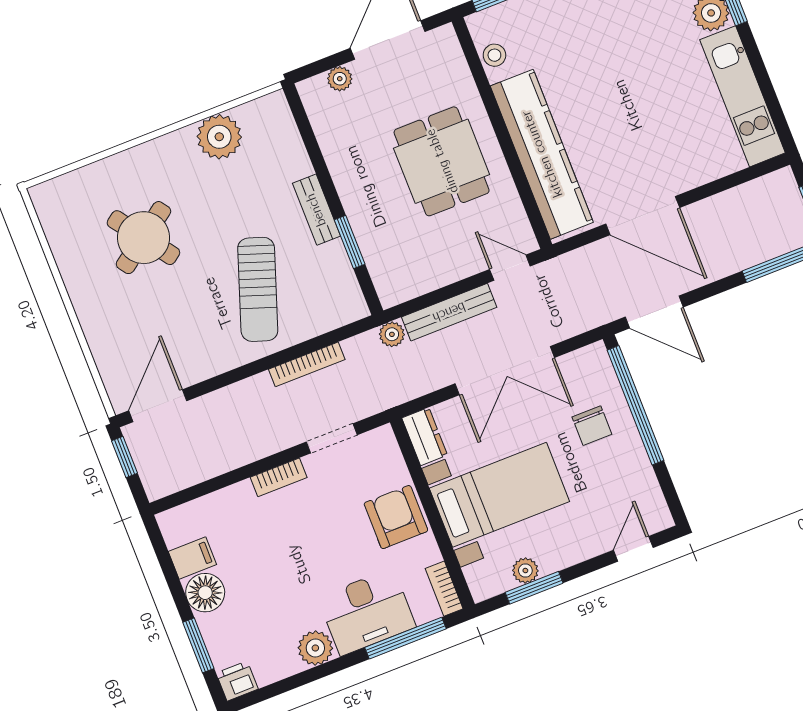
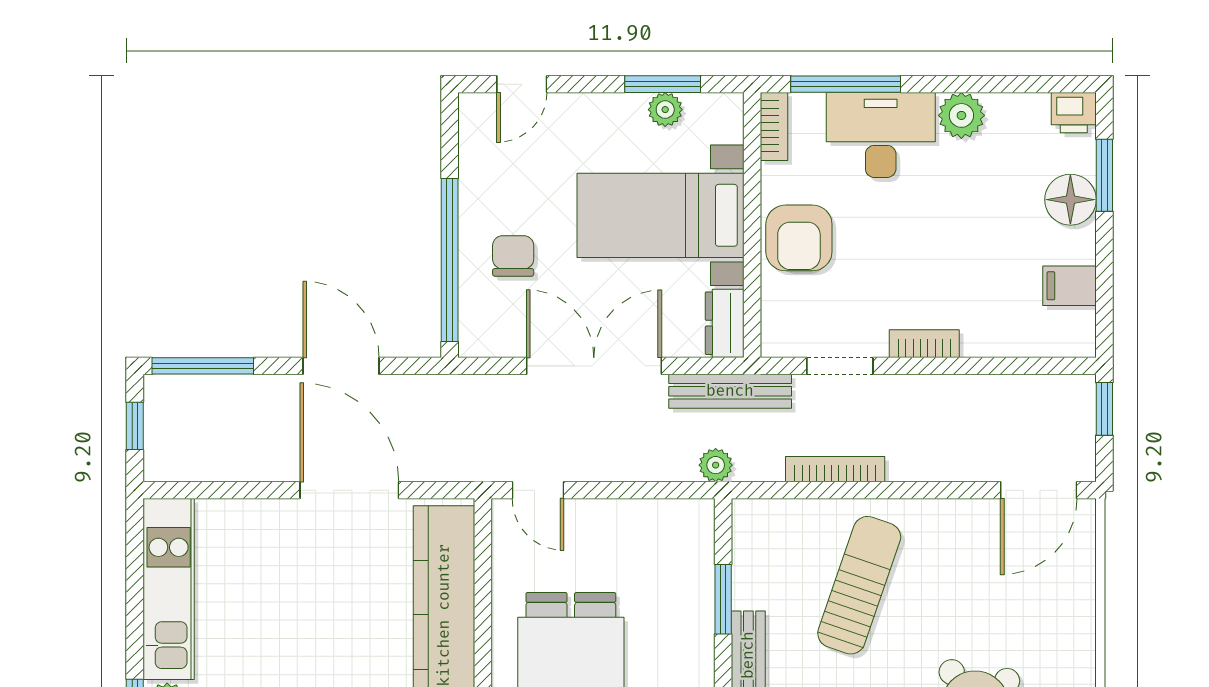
bench: (449, 312) -> (730, 391), moved
door: (654, 312) -> (341, 366), moved
window: (124, 457) -> (1104, 409), moved
floor lamp: (205, 593) -> (1070, 200), moved

